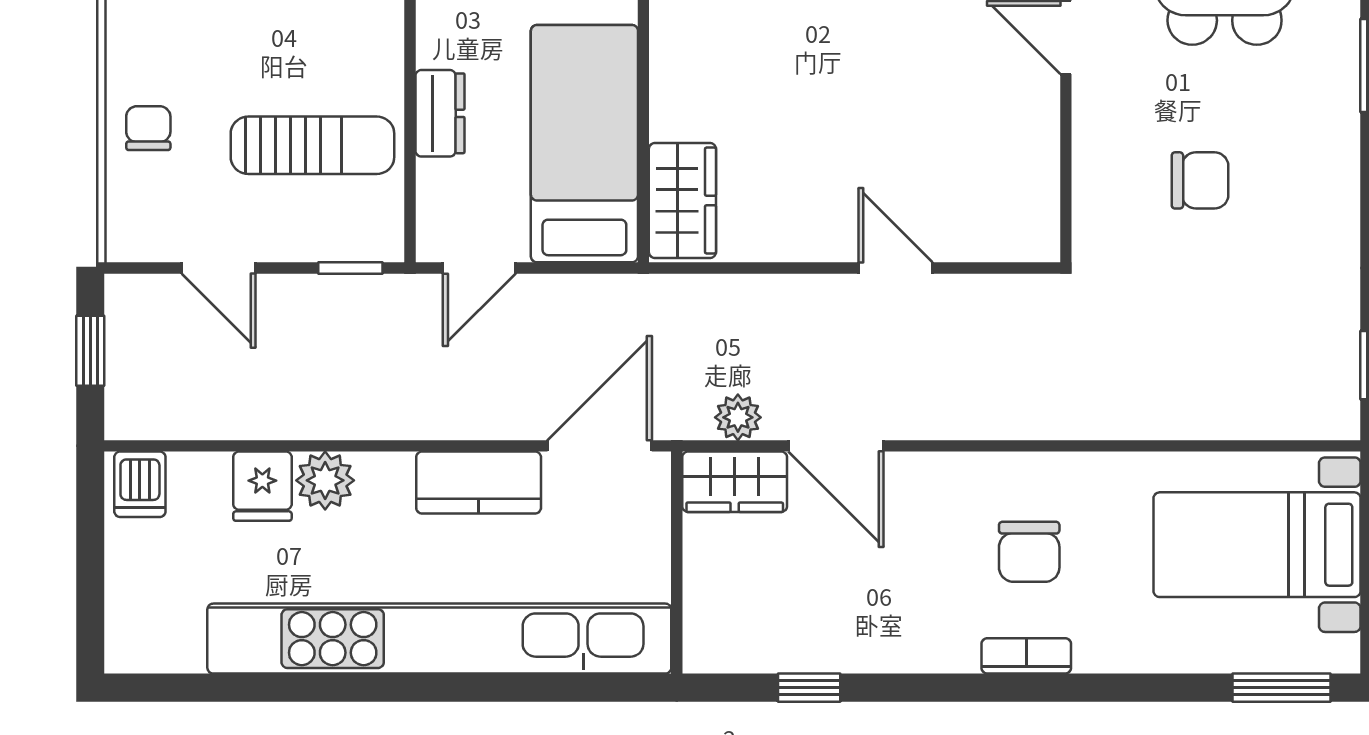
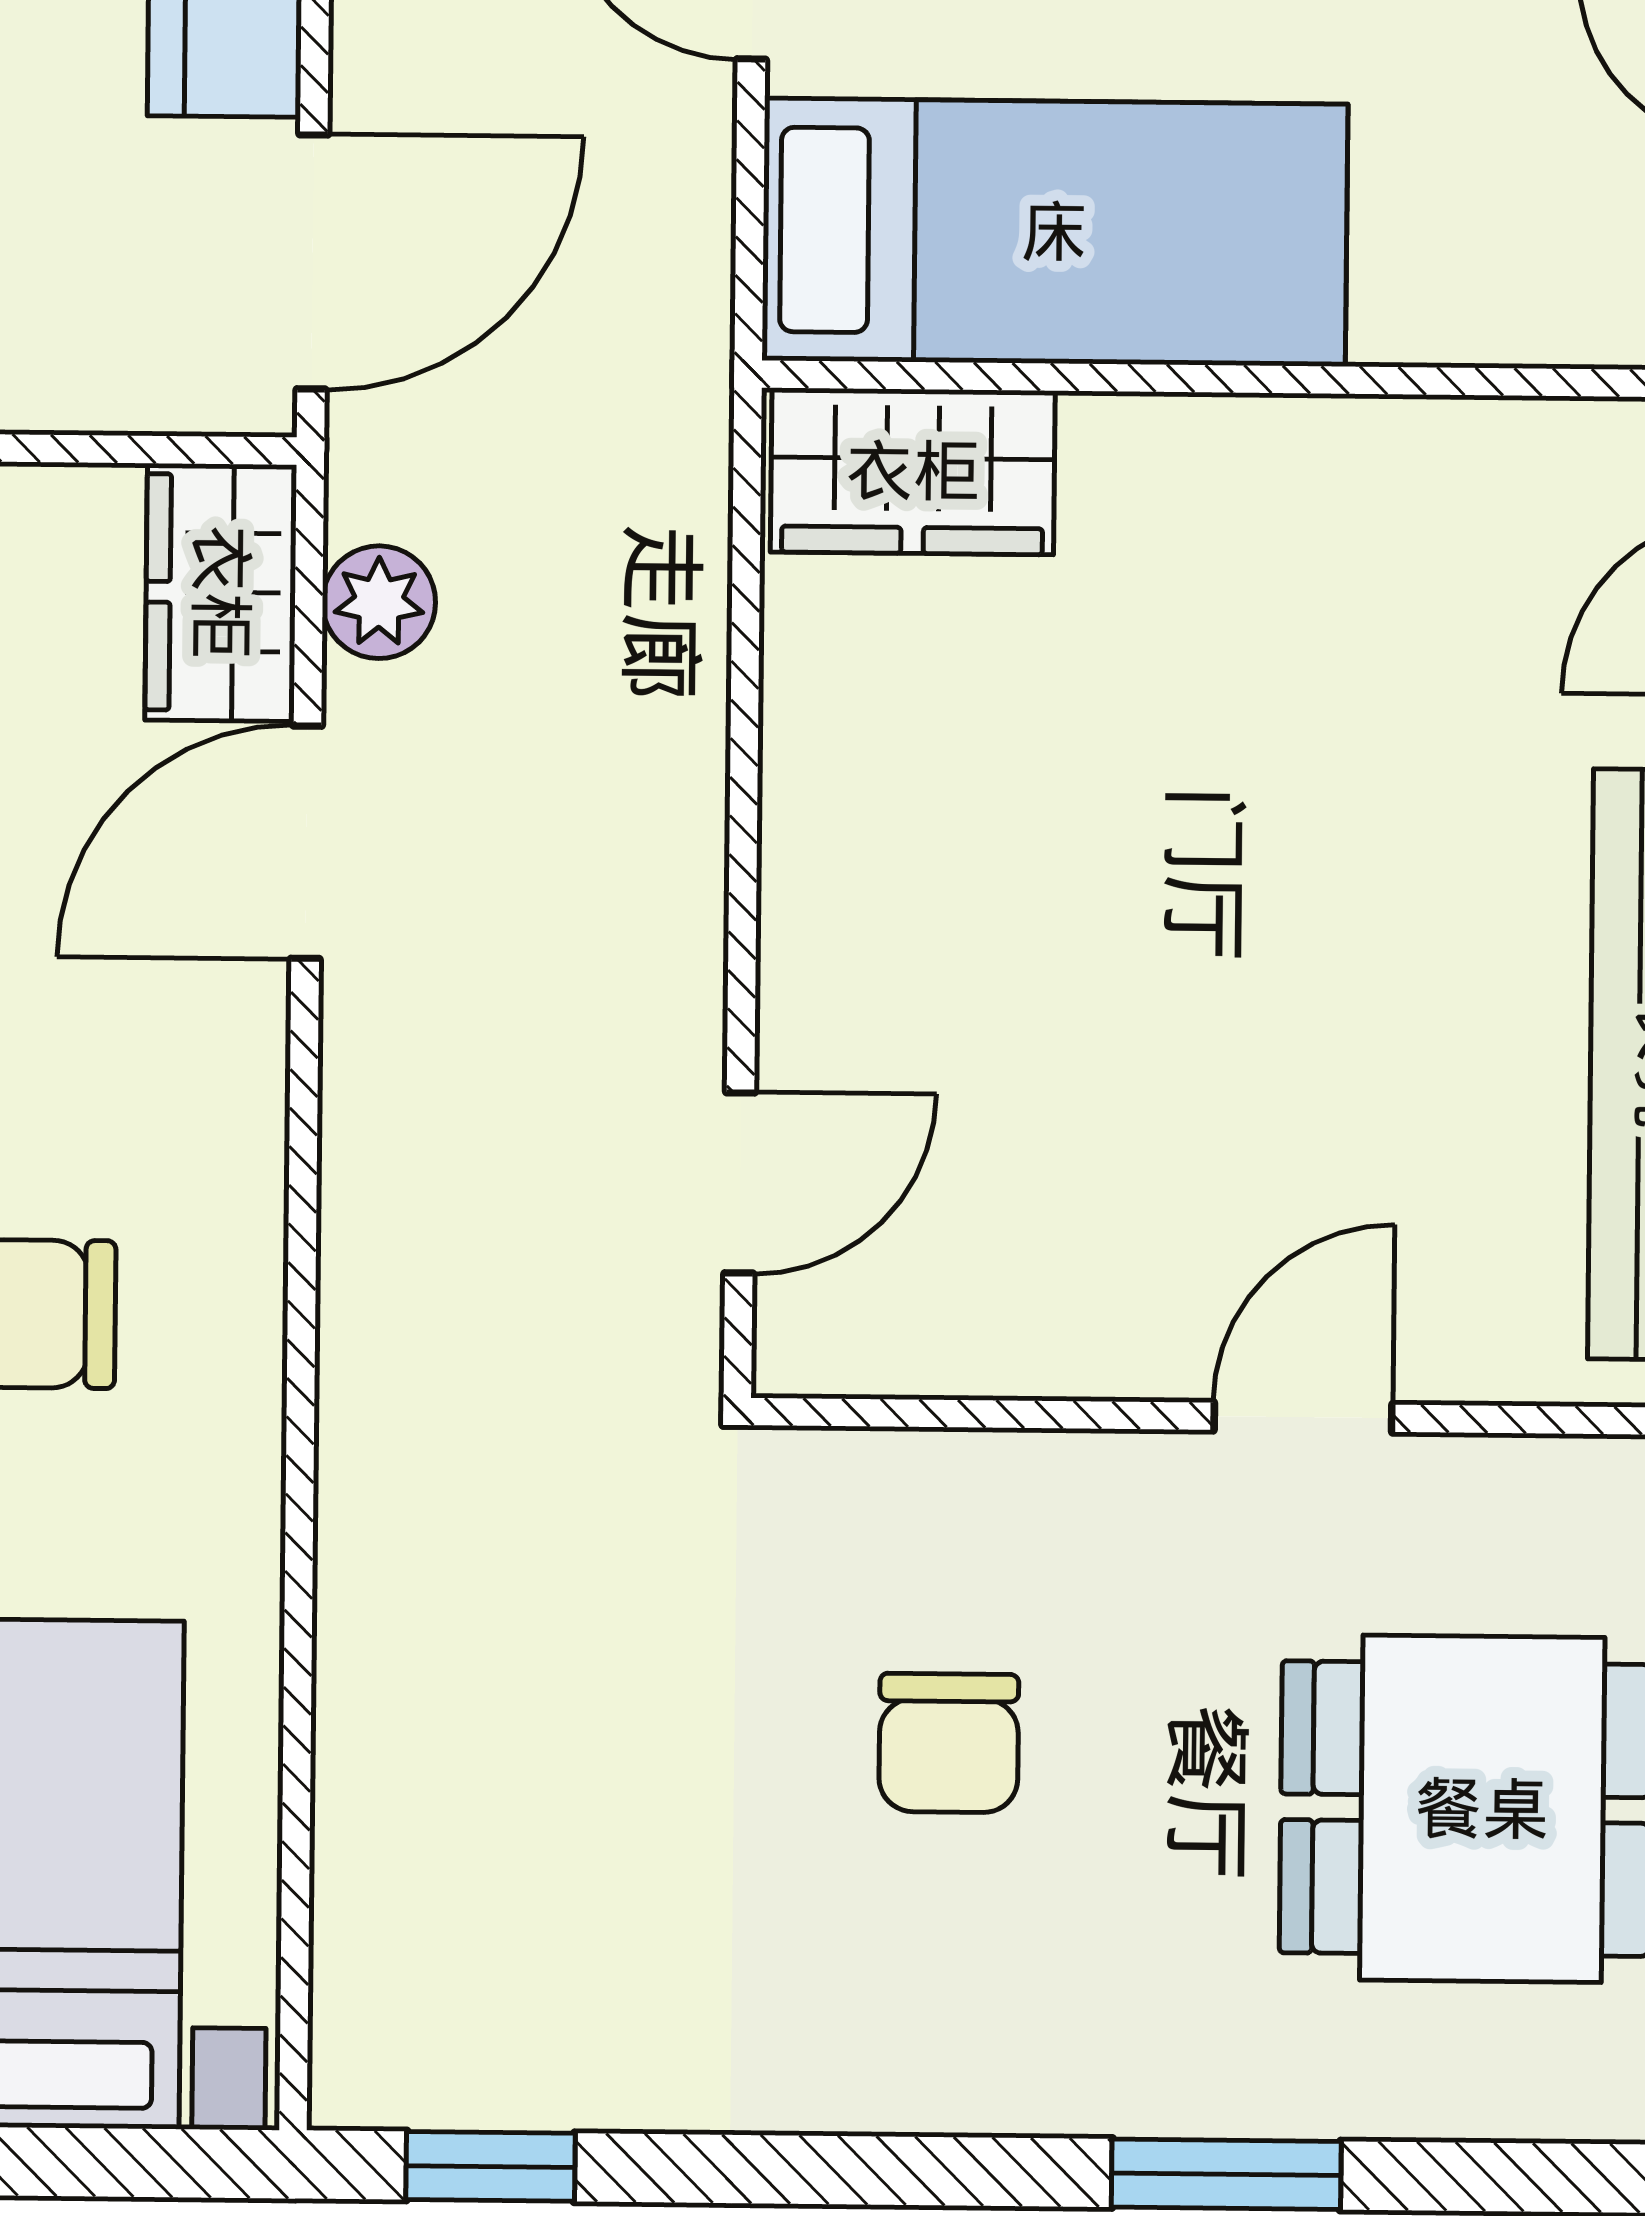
door: (896, 268) -> (740, 1183), moved
door: (600, 446) -> (312, 262), hinge flipped

